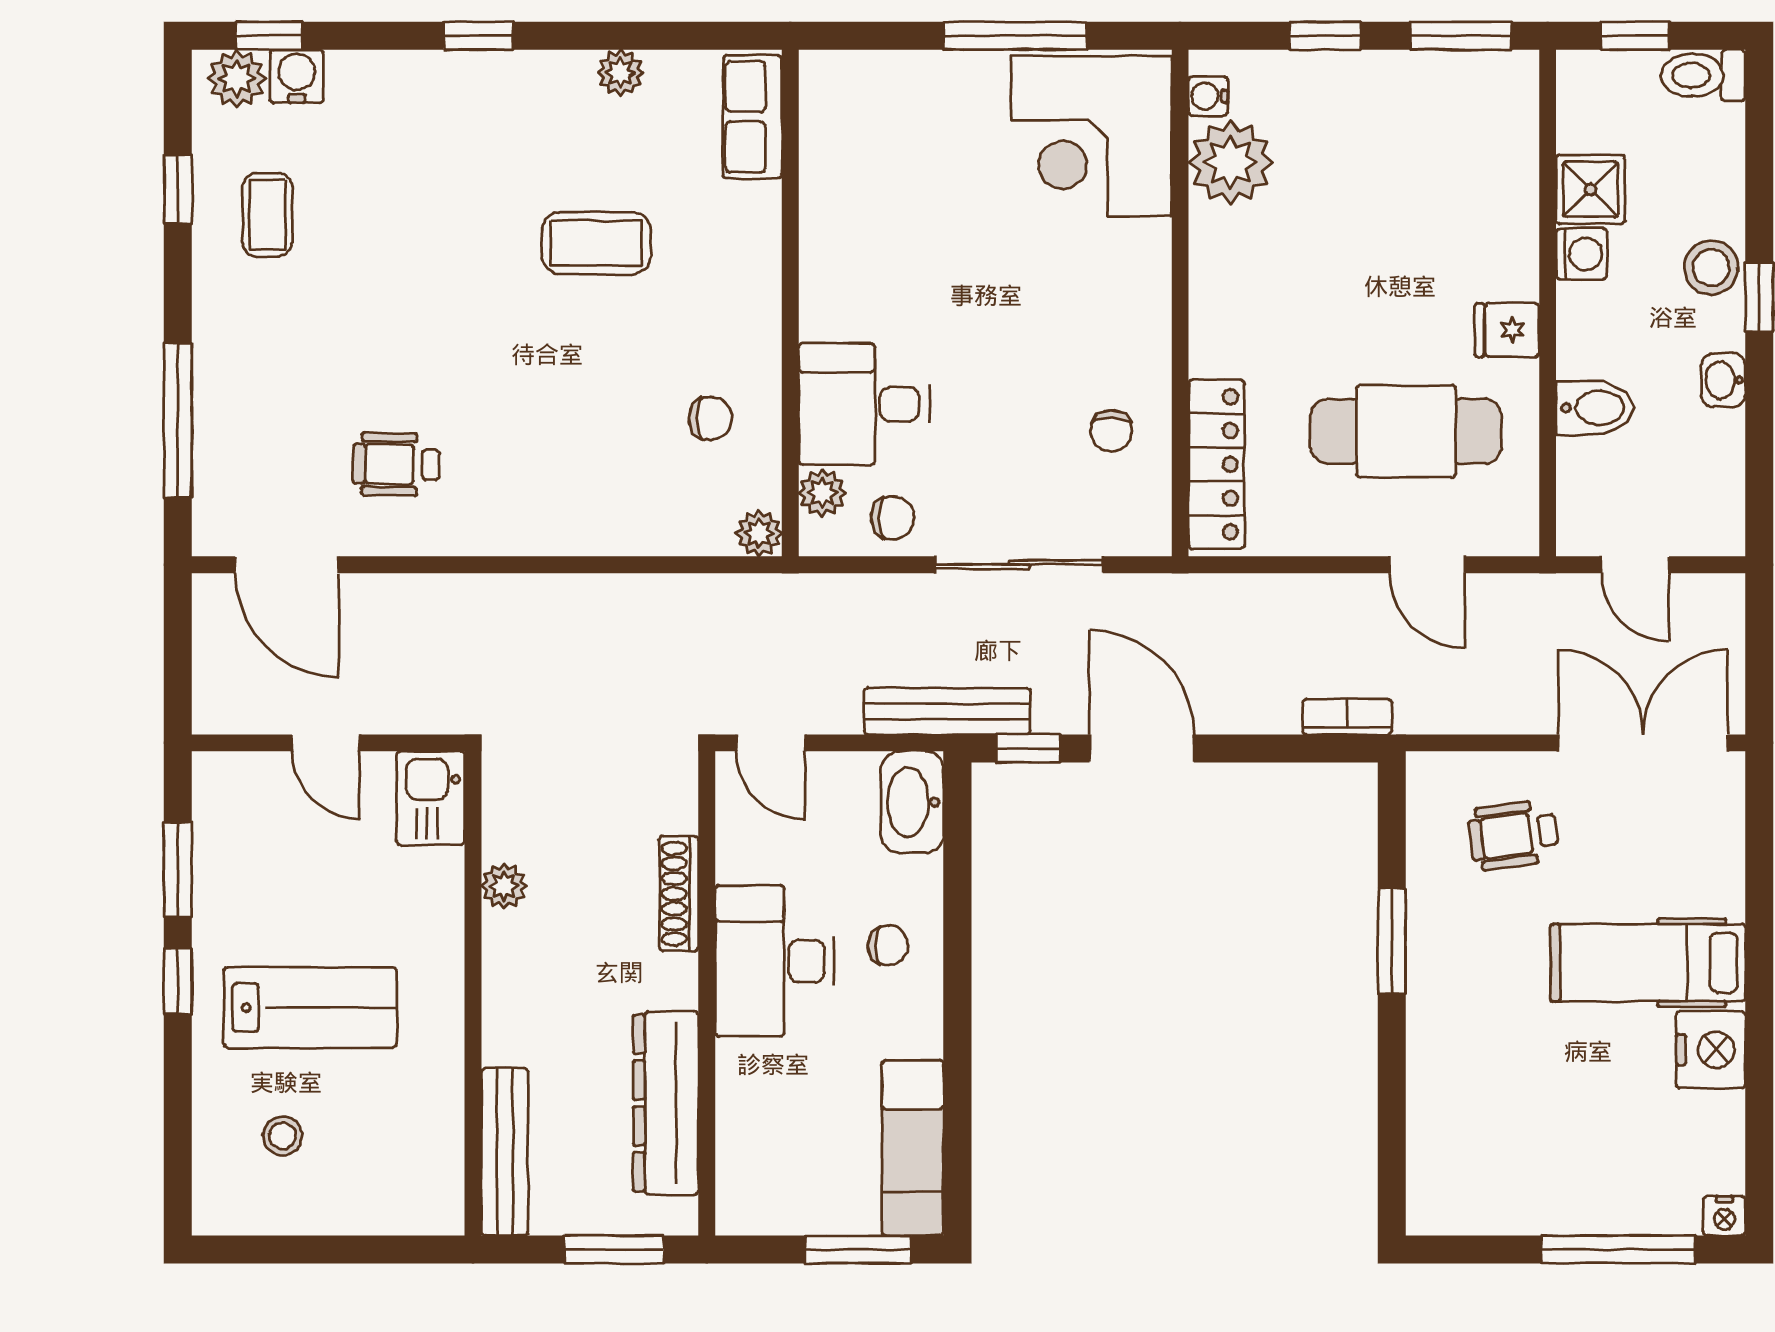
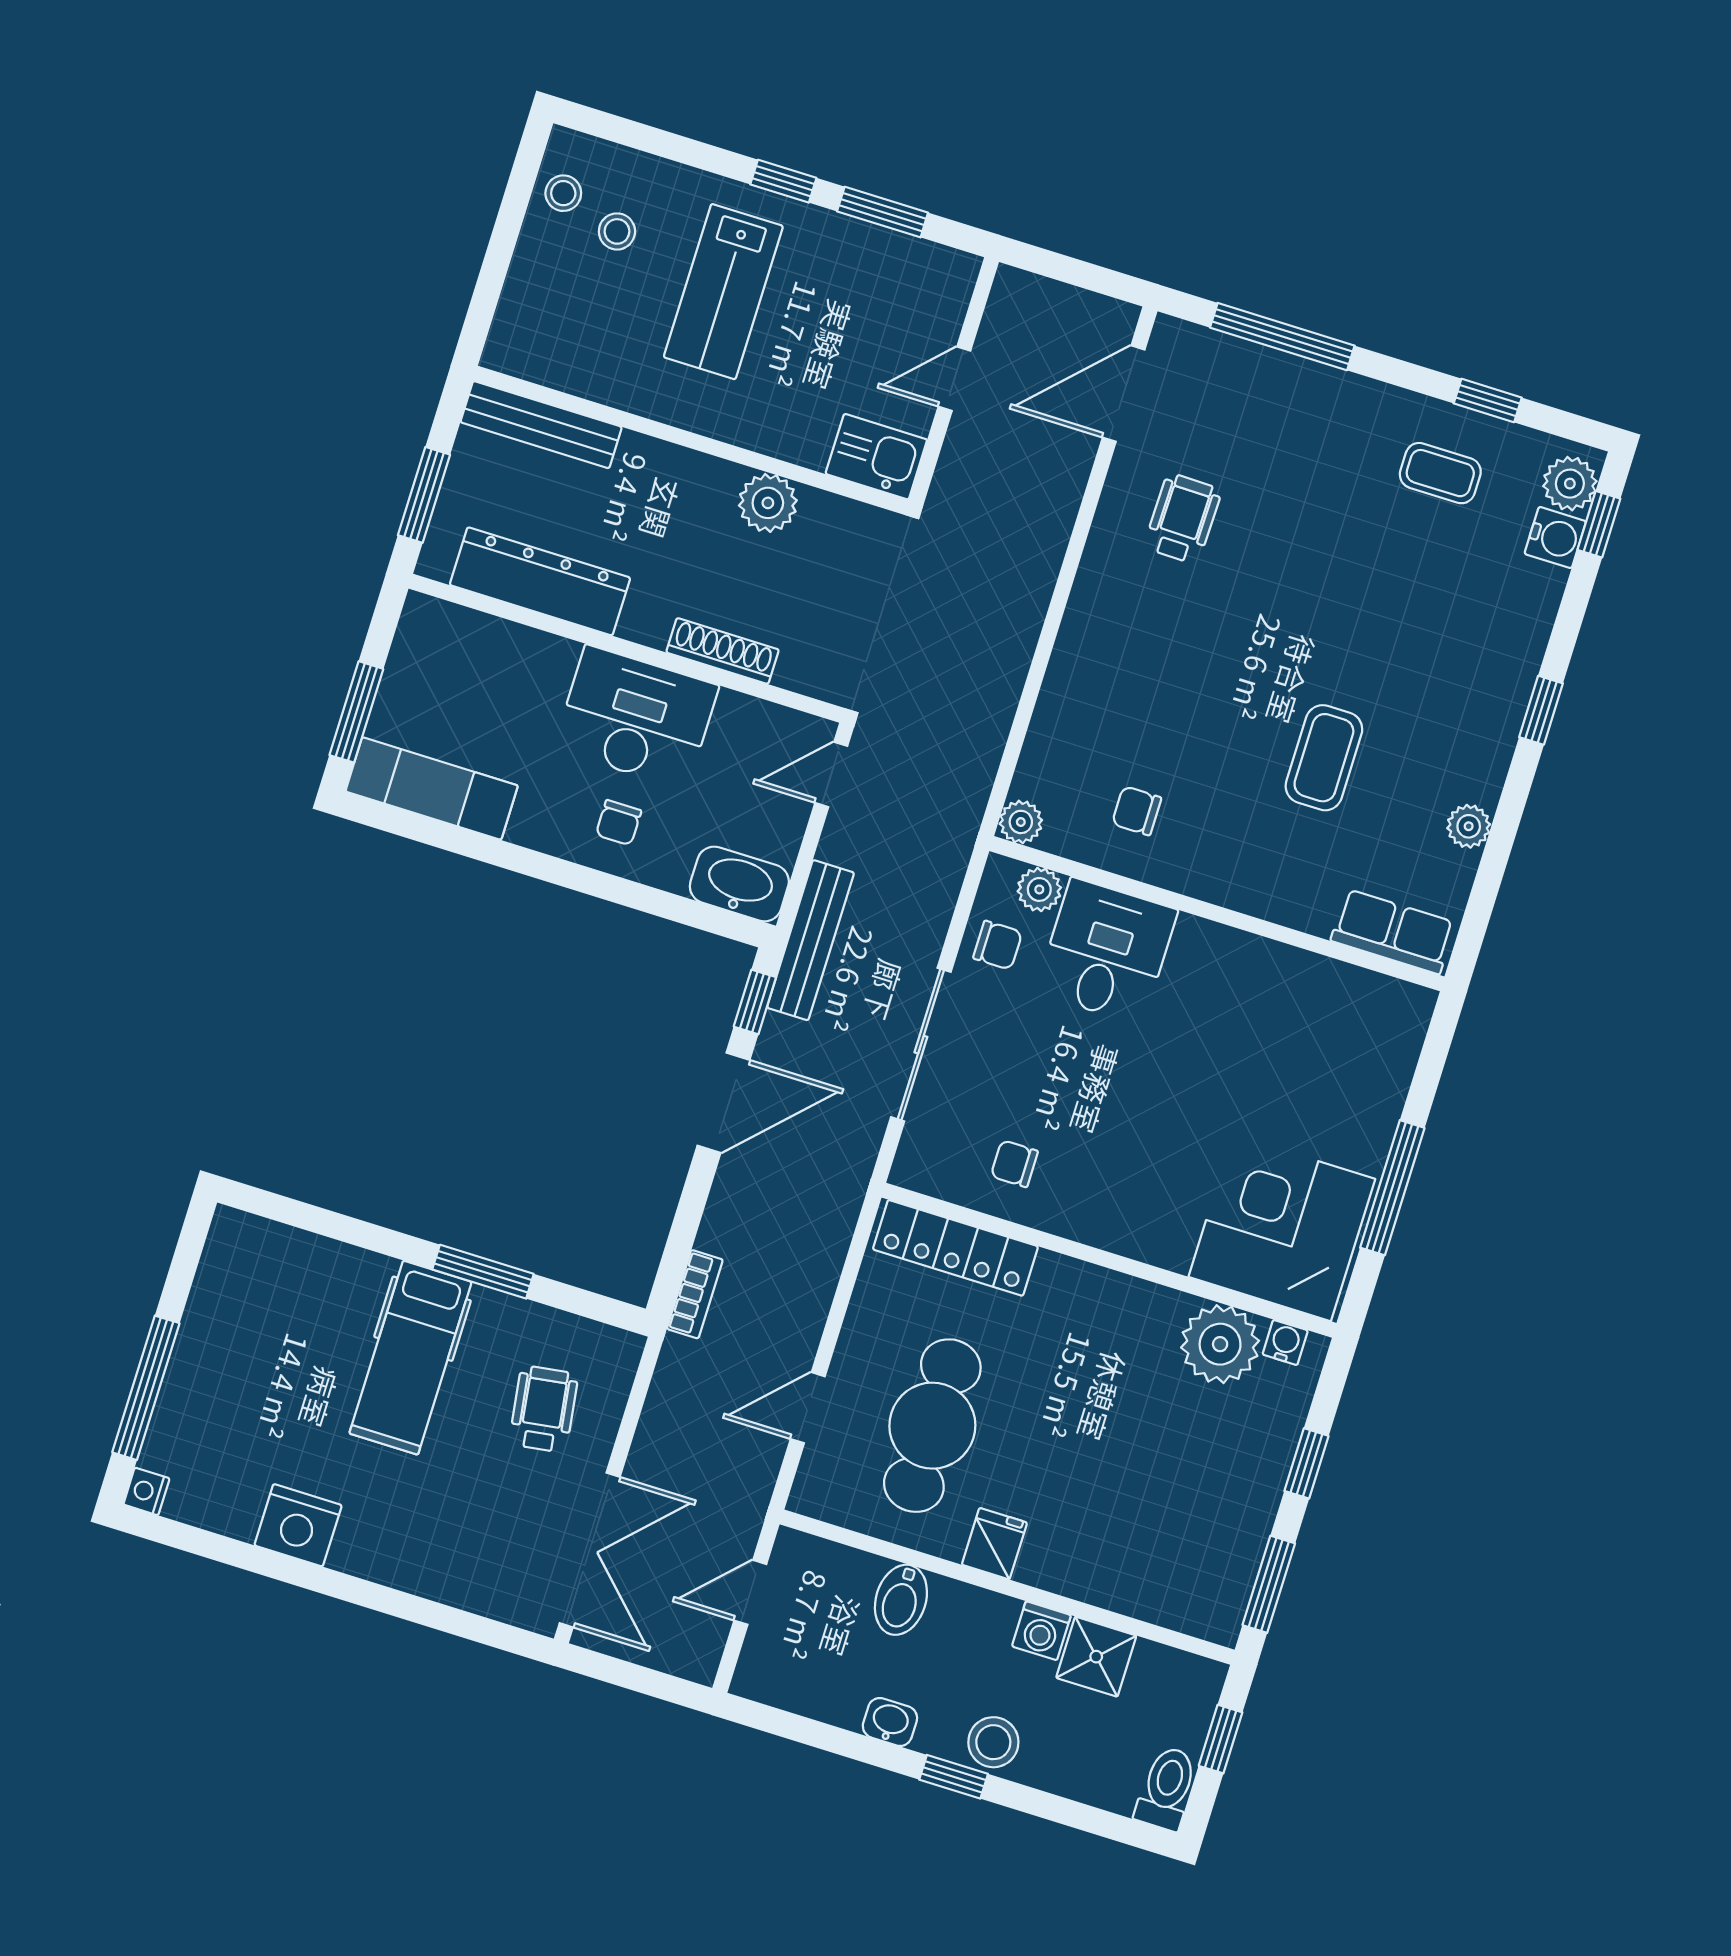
chair: (710, 418) -> (1137, 811), turned 90
chair: (893, 518) -> (998, 945), turned -90
plant: (504, 886) -> (768, 503), width x1.38, depth x1.38
hospital bed: (1648, 963) -> (410, 1358), moved, turned 180
stool: (260, 1203) -> (563, 193), added

